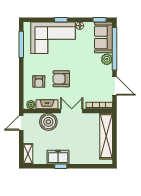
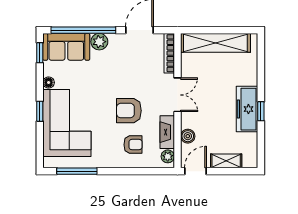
armchair: (61, 79) -> (129, 111), turned 90
double door: (72, 111) -> (177, 95), swing flipped
boiler: (48, 122) -> (188, 136), width x0.54, depth x0.54
door: (21, 123) -> (195, 171), swing flipped
shelving: (28, 154) -> (226, 161), moved
freezer: (58, 157) -> (247, 109), width x1.40

